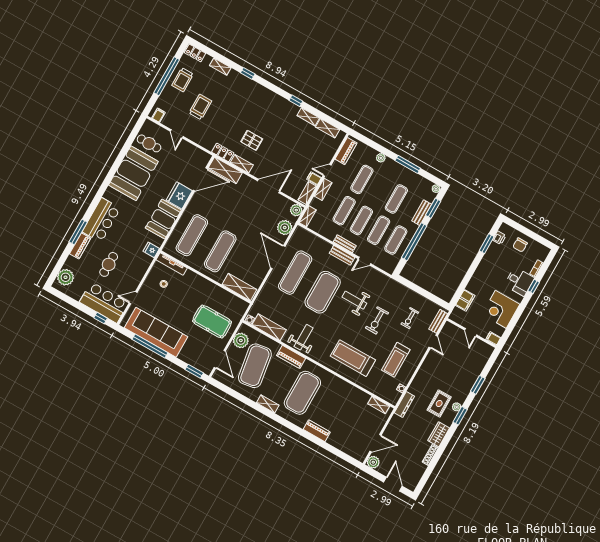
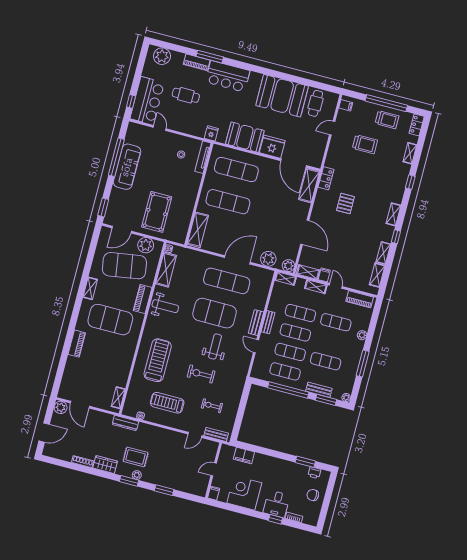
trolley: (183, 80) -> (387, 120), turned 180
shelving: (242, 164) -> (393, 214), moved
sofa: (156, 332) -> (127, 167), width x0.74, depth x0.79

